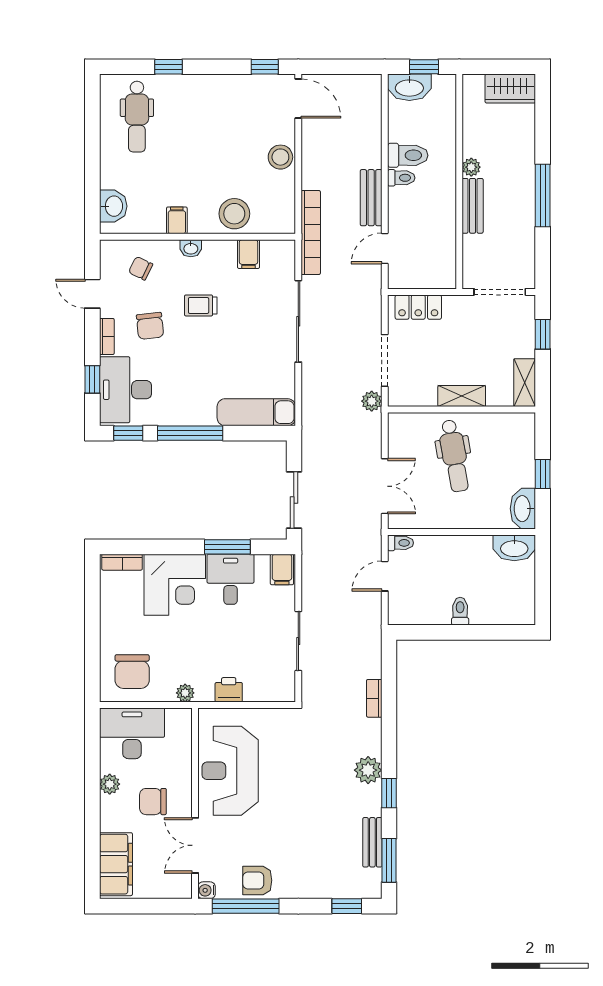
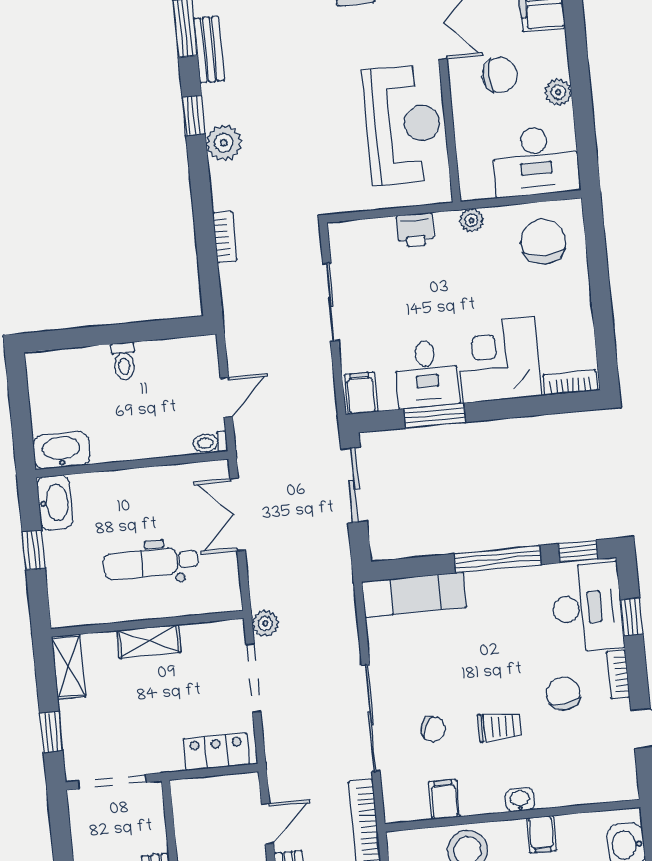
chair: (141, 268) -> (433, 729), moved
dental chair: (454, 456) -> (151, 563), turned -80

